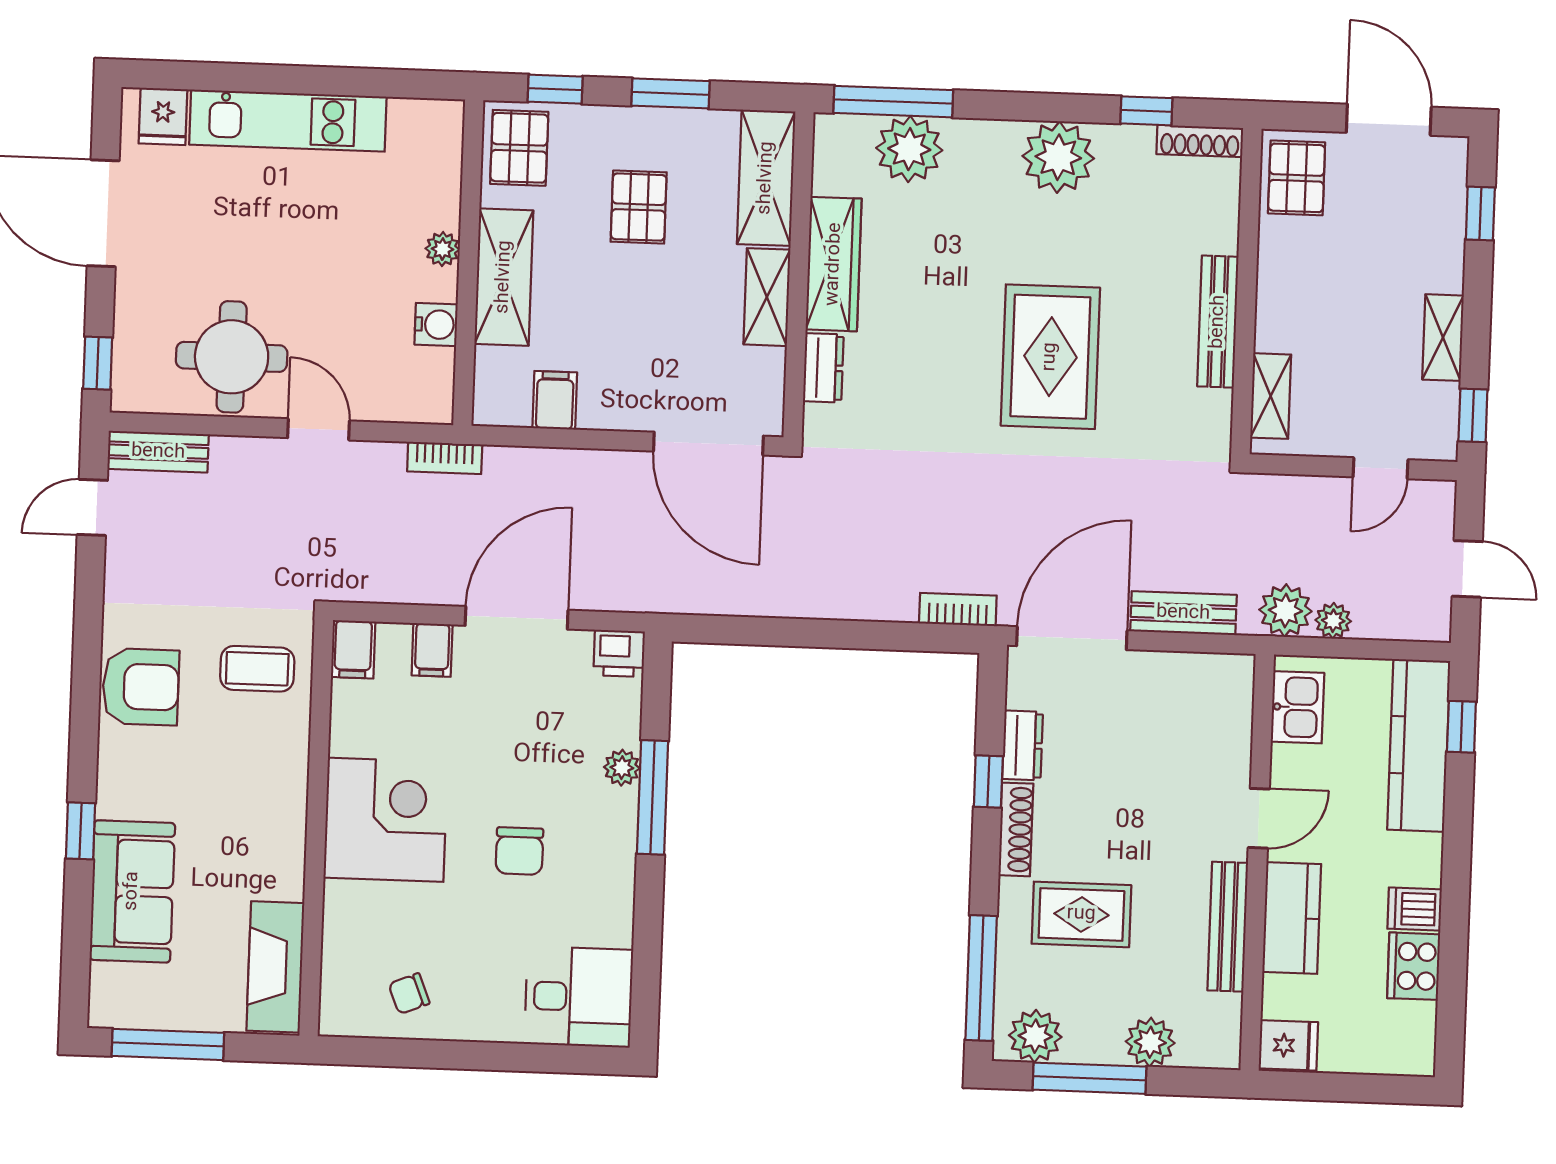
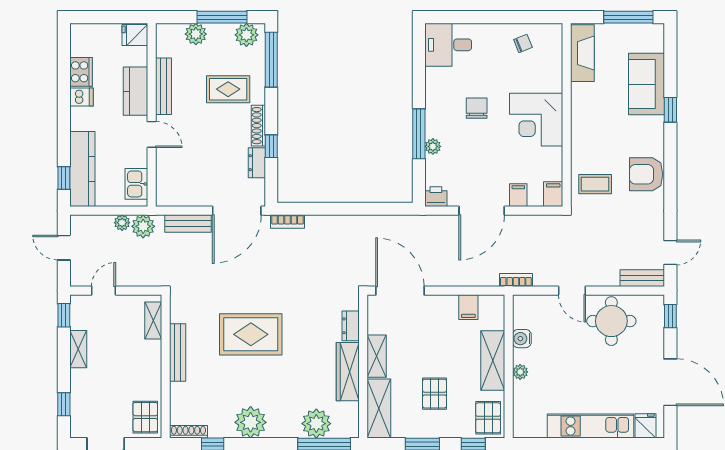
rug: (1050, 357) -> (251, 334), turned 90
door: (1259, 818) -> (152, 134), swing flipped

